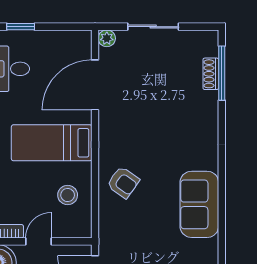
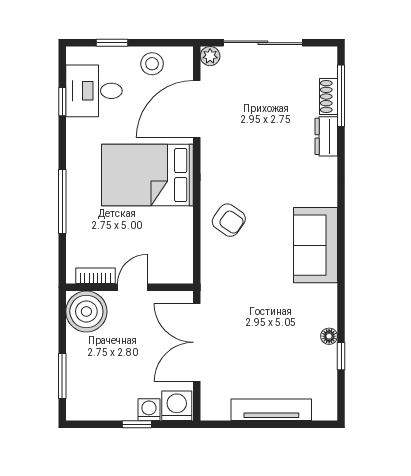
sliding door: (153, 27) -> (263, 43), width x1.37
dresser: (209, 109) -> (326, 136), added
bed: (52, 143) -> (147, 175), width x1.50
stool: (68, 195) -> (152, 64), moved

